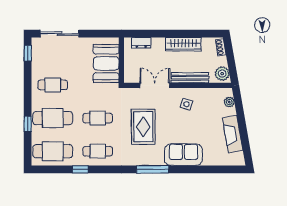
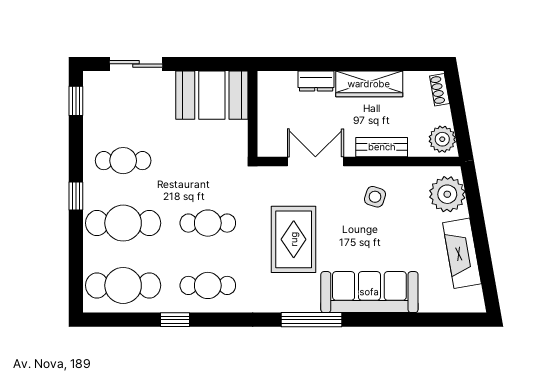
sliding door: (60, 34) -> (136, 64), width x0.73
dresser: (141, 43) -> (316, 81), moved
booth: (106, 63) -> (212, 95), moved, turned 90
bench: (190, 78) -> (382, 147), width x0.73
plant: (229, 102) -> (447, 194), width x1.88, depth x1.88
window: (28, 124) -> (76, 196), moved
sofa: (183, 155) -> (369, 292), width x1.36

